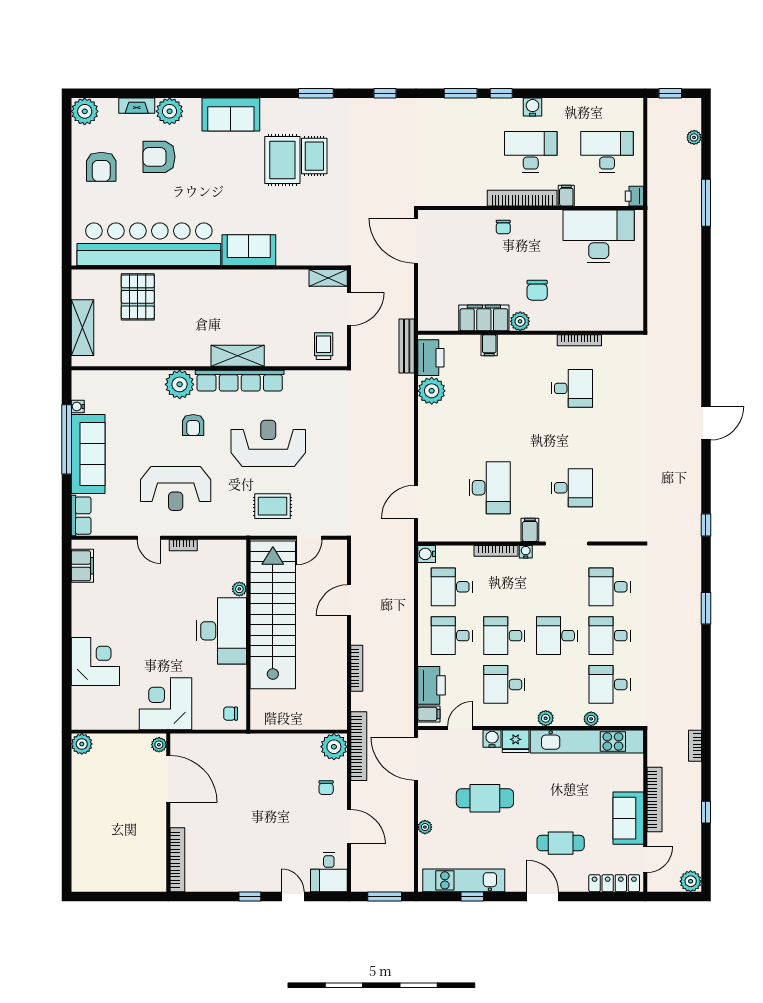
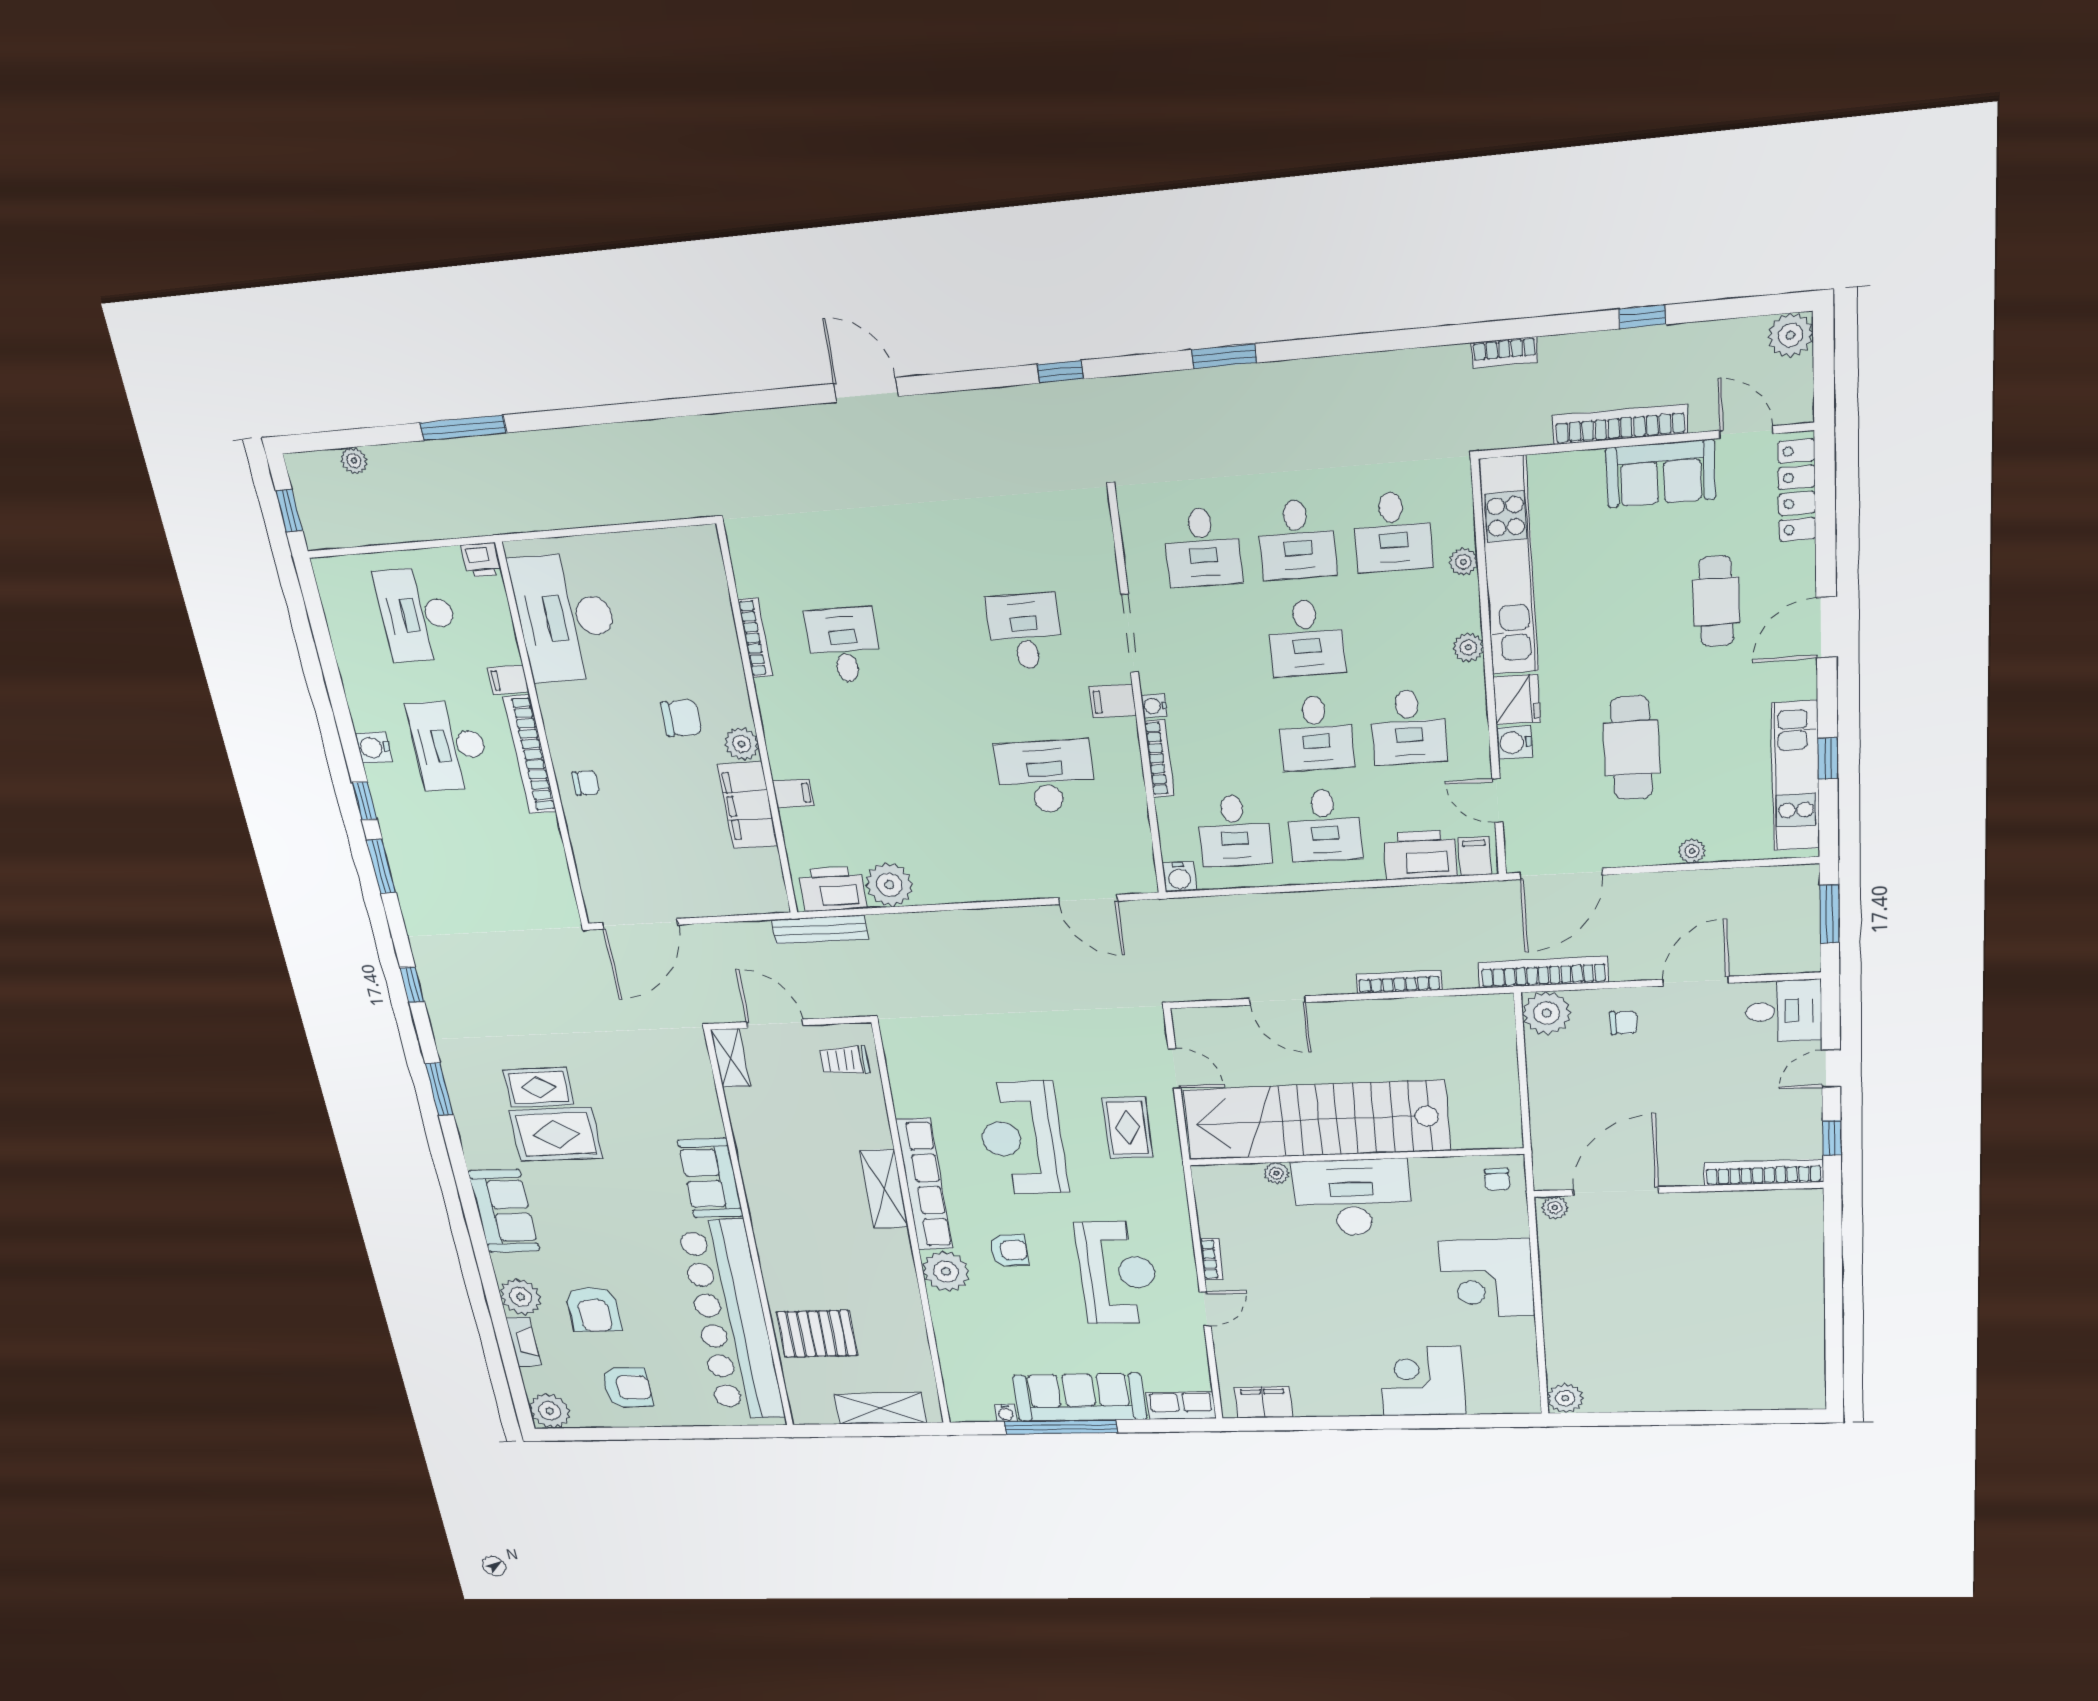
plant: (159, 745) -> (1555, 1208), moved
door: (168, 779) -> (1616, 1191), moved
wall: (168, 813) -> (1677, 1189), moved
bookcase: (177, 860) -> (1763, 1172), moved

